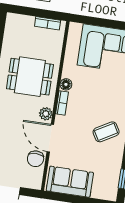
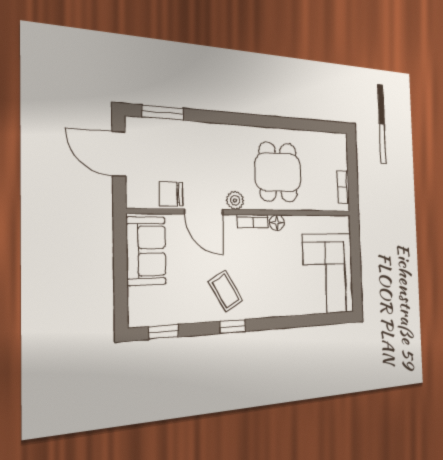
door: (50, 138) -> (204, 212), swing flipped

